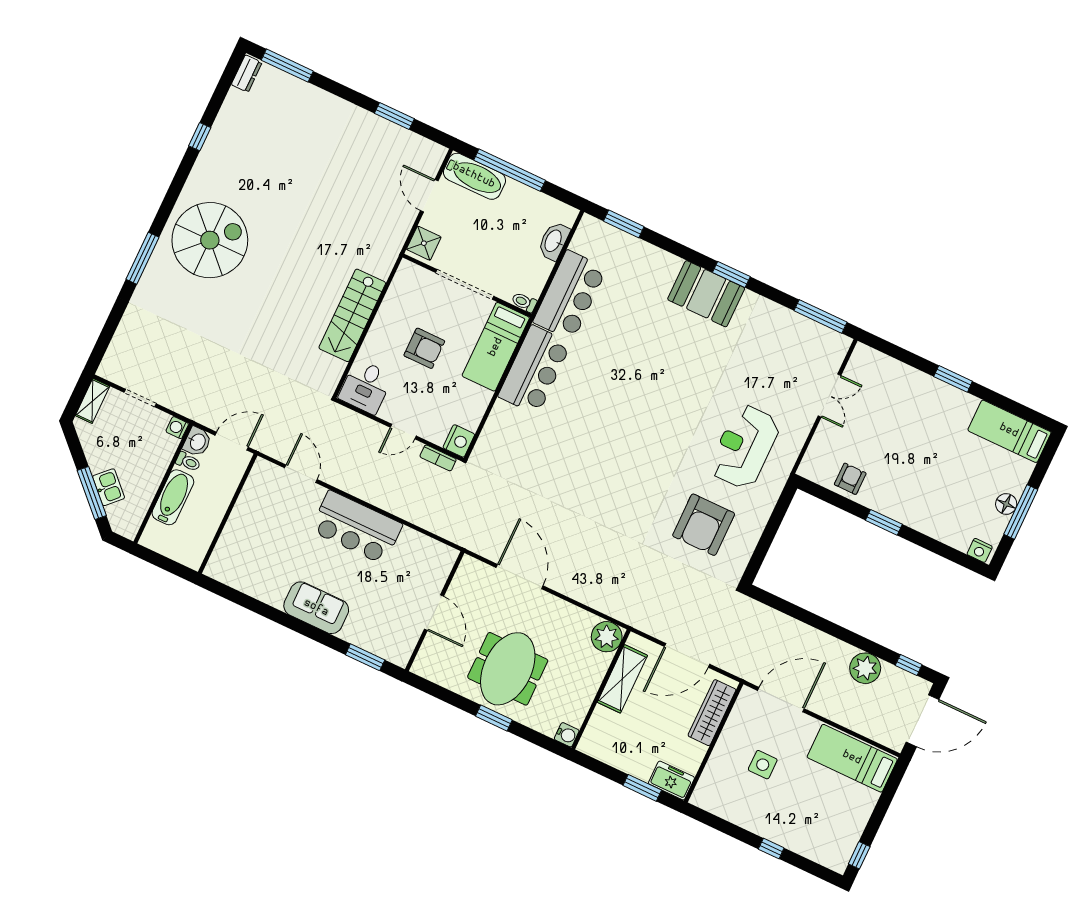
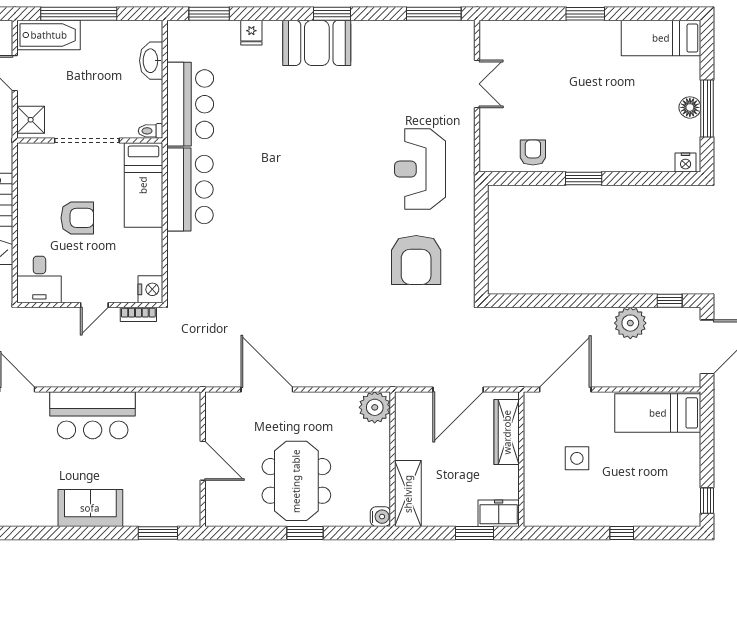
fridge: (653, 258) -> (251, 33), added
shelving: (622, 679) -> (408, 494), moved

